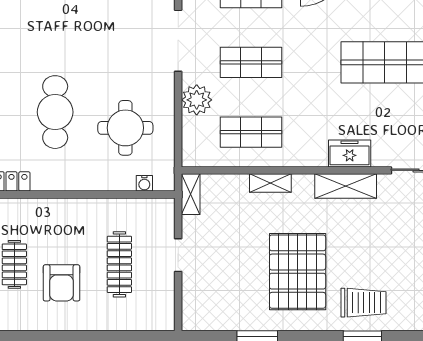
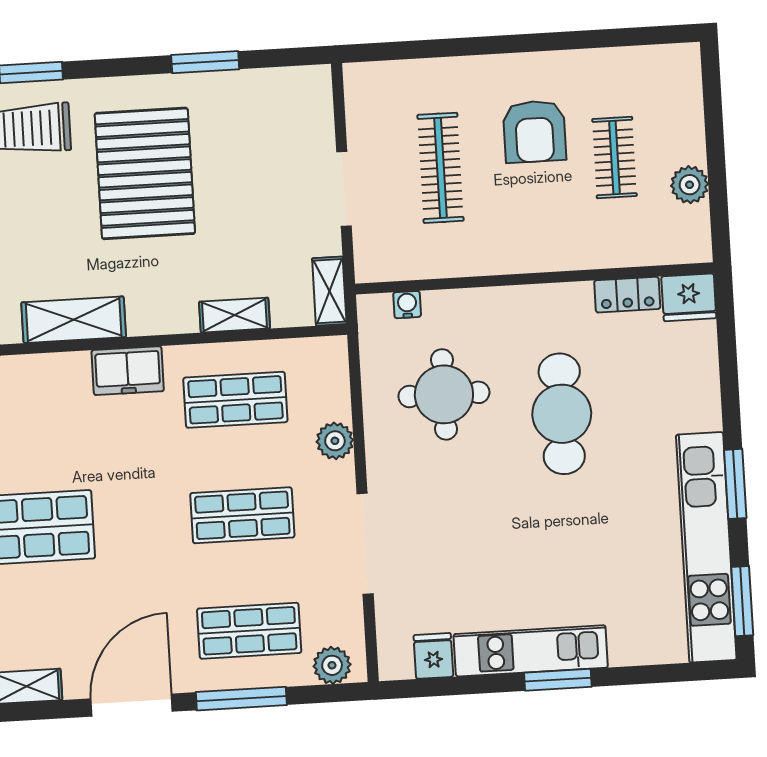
plant: (197, 100) -> (335, 441), width x0.73, depth x0.73
freezer: (350, 153) -> (128, 371), moved
shelving: (270, 183) -> (235, 315), moved
doorway: (178, 255) -> (344, 189), width x1.38
armchair: (62, 283) -> (534, 131), turned 180

